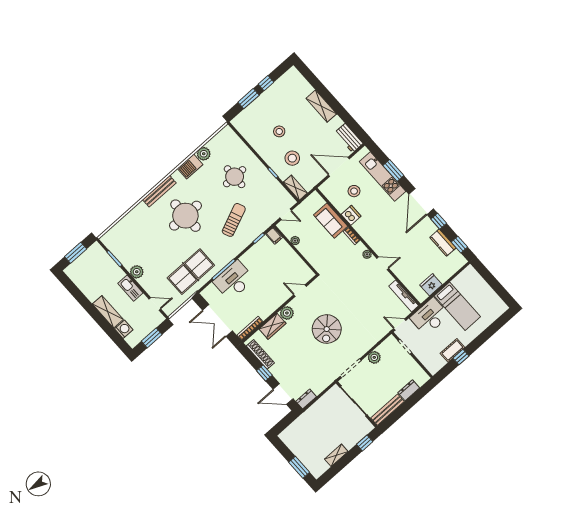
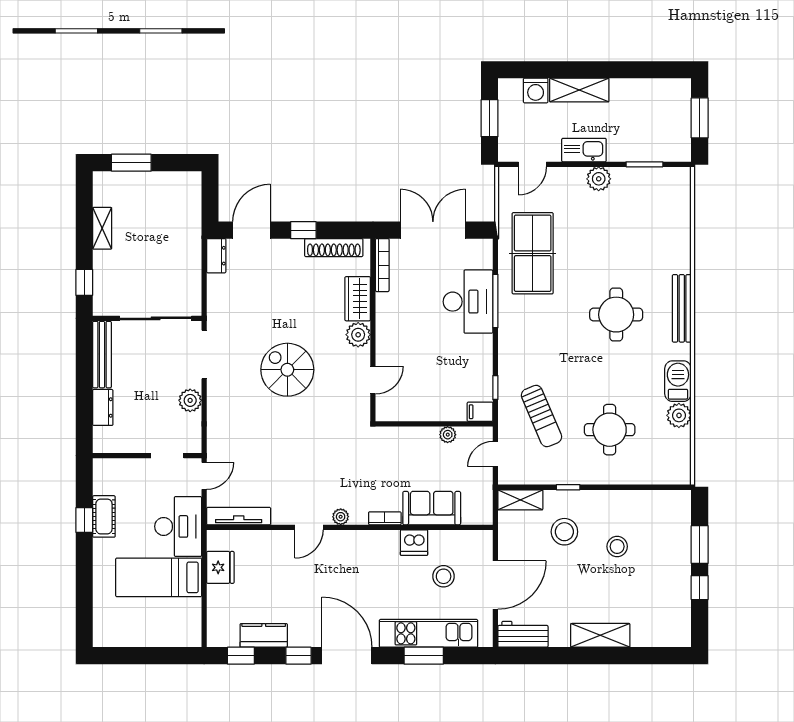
round table: (185, 216) -> (616, 315), width x0.73, depth x0.73
sun lounger: (234, 220) -> (541, 416), moved

